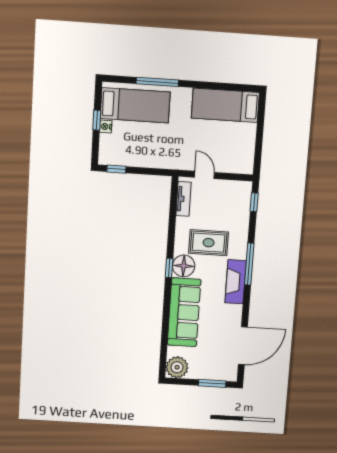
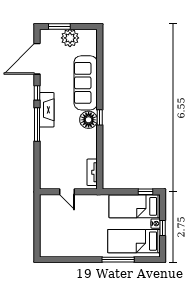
bed: (225, 105) -> (135, 206), moved, turned 180
door: (204, 175) -> (67, 192), moved
window: (254, 202) -> (37, 93), moved
rug: (209, 243) -> (70, 139), removed
plant: (177, 367) -> (70, 38), moved

